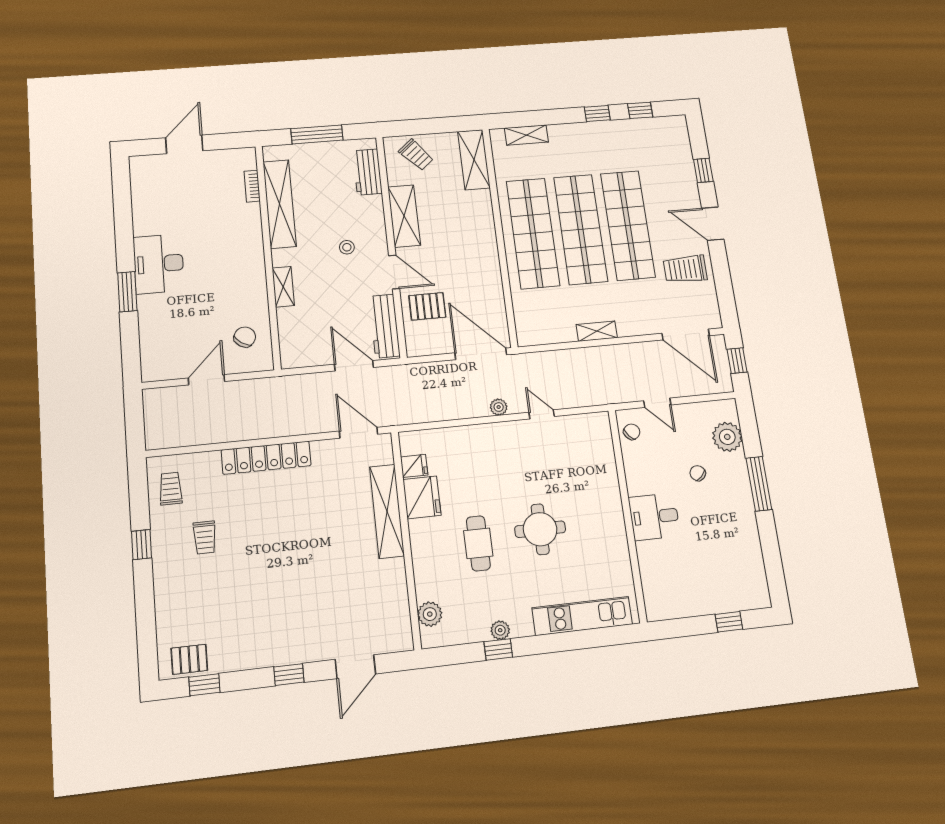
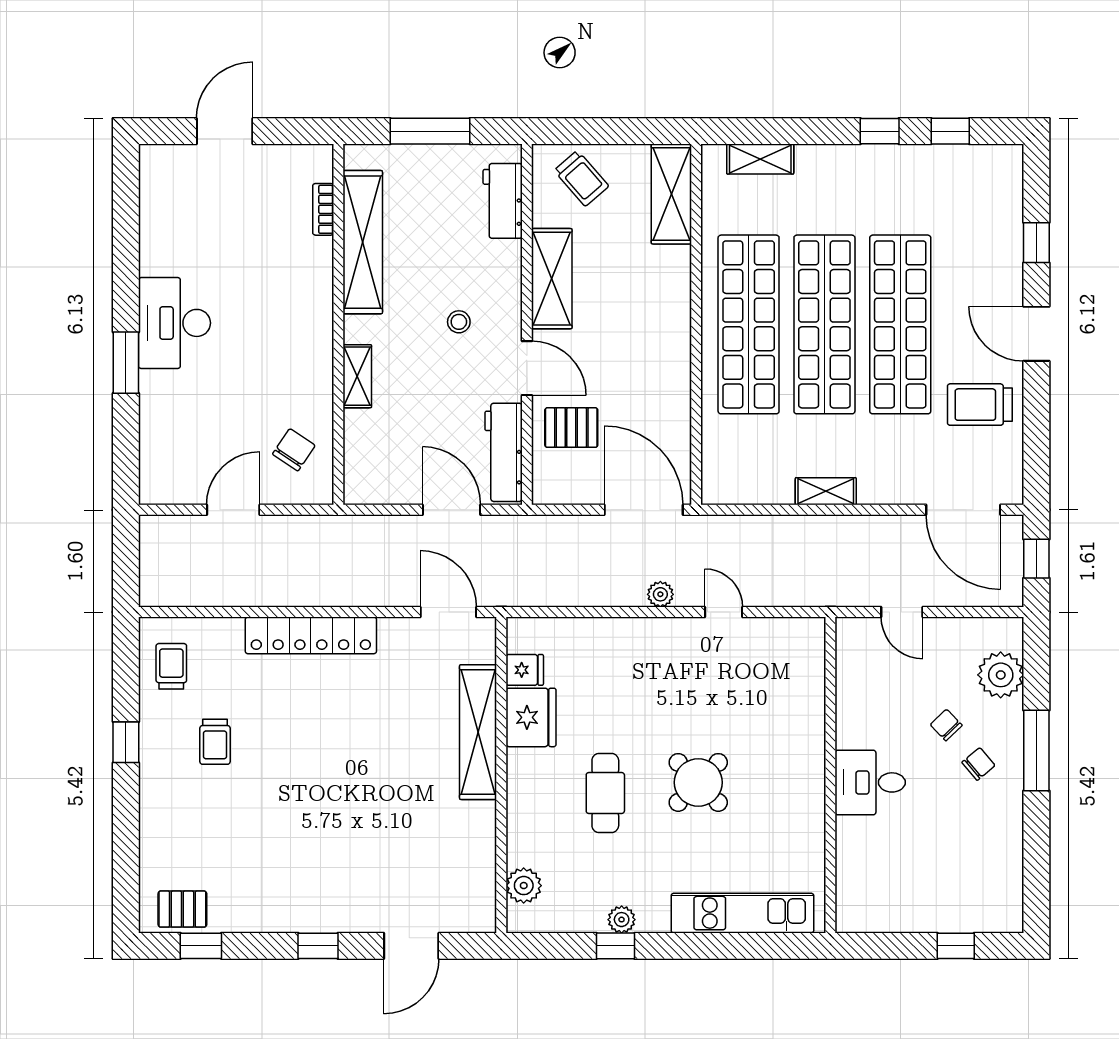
chair: (632, 432) -> (978, 764), moved
round table: (540, 529) -> (698, 782), turned 45

